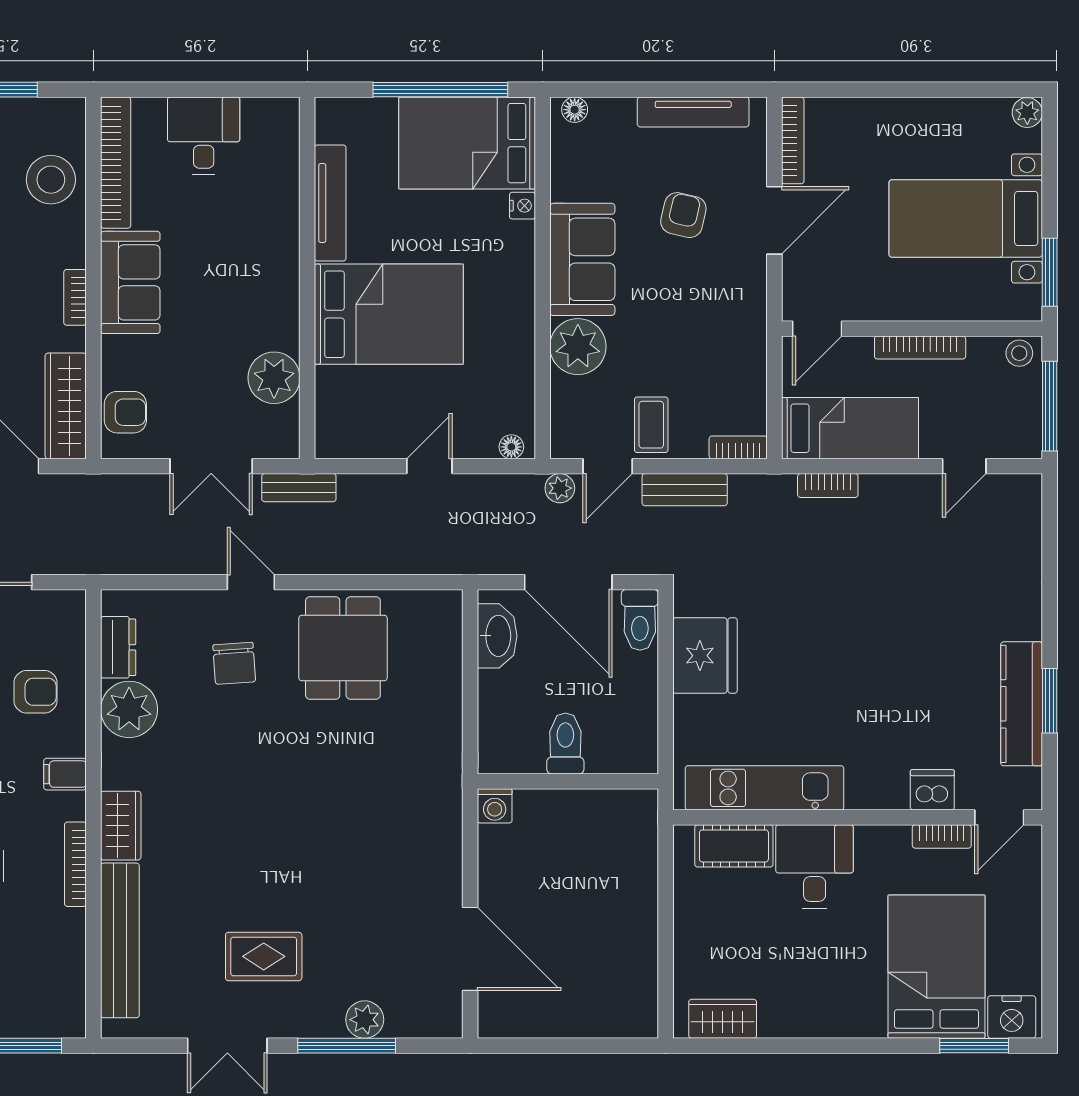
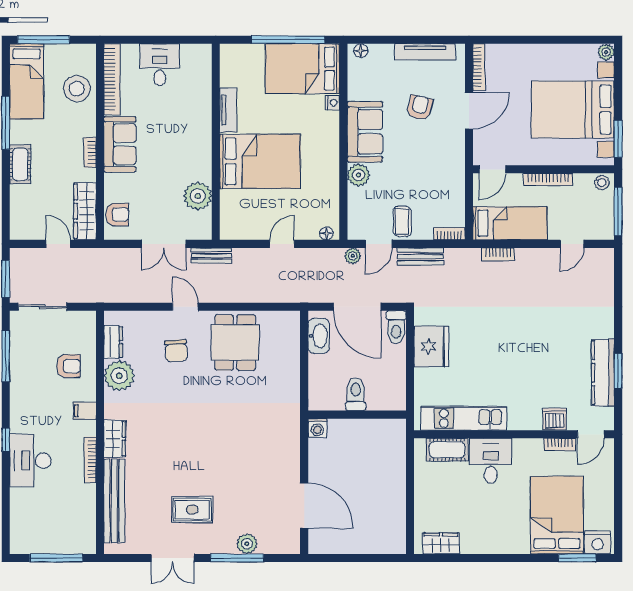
tv unit: (330, 203) -> (228, 110), width x0.71
bed with nightstands: (966, 218) -> (573, 110), width x1.36
plant: (578, 347) -> (358, 175), width x0.73, depth x0.73

